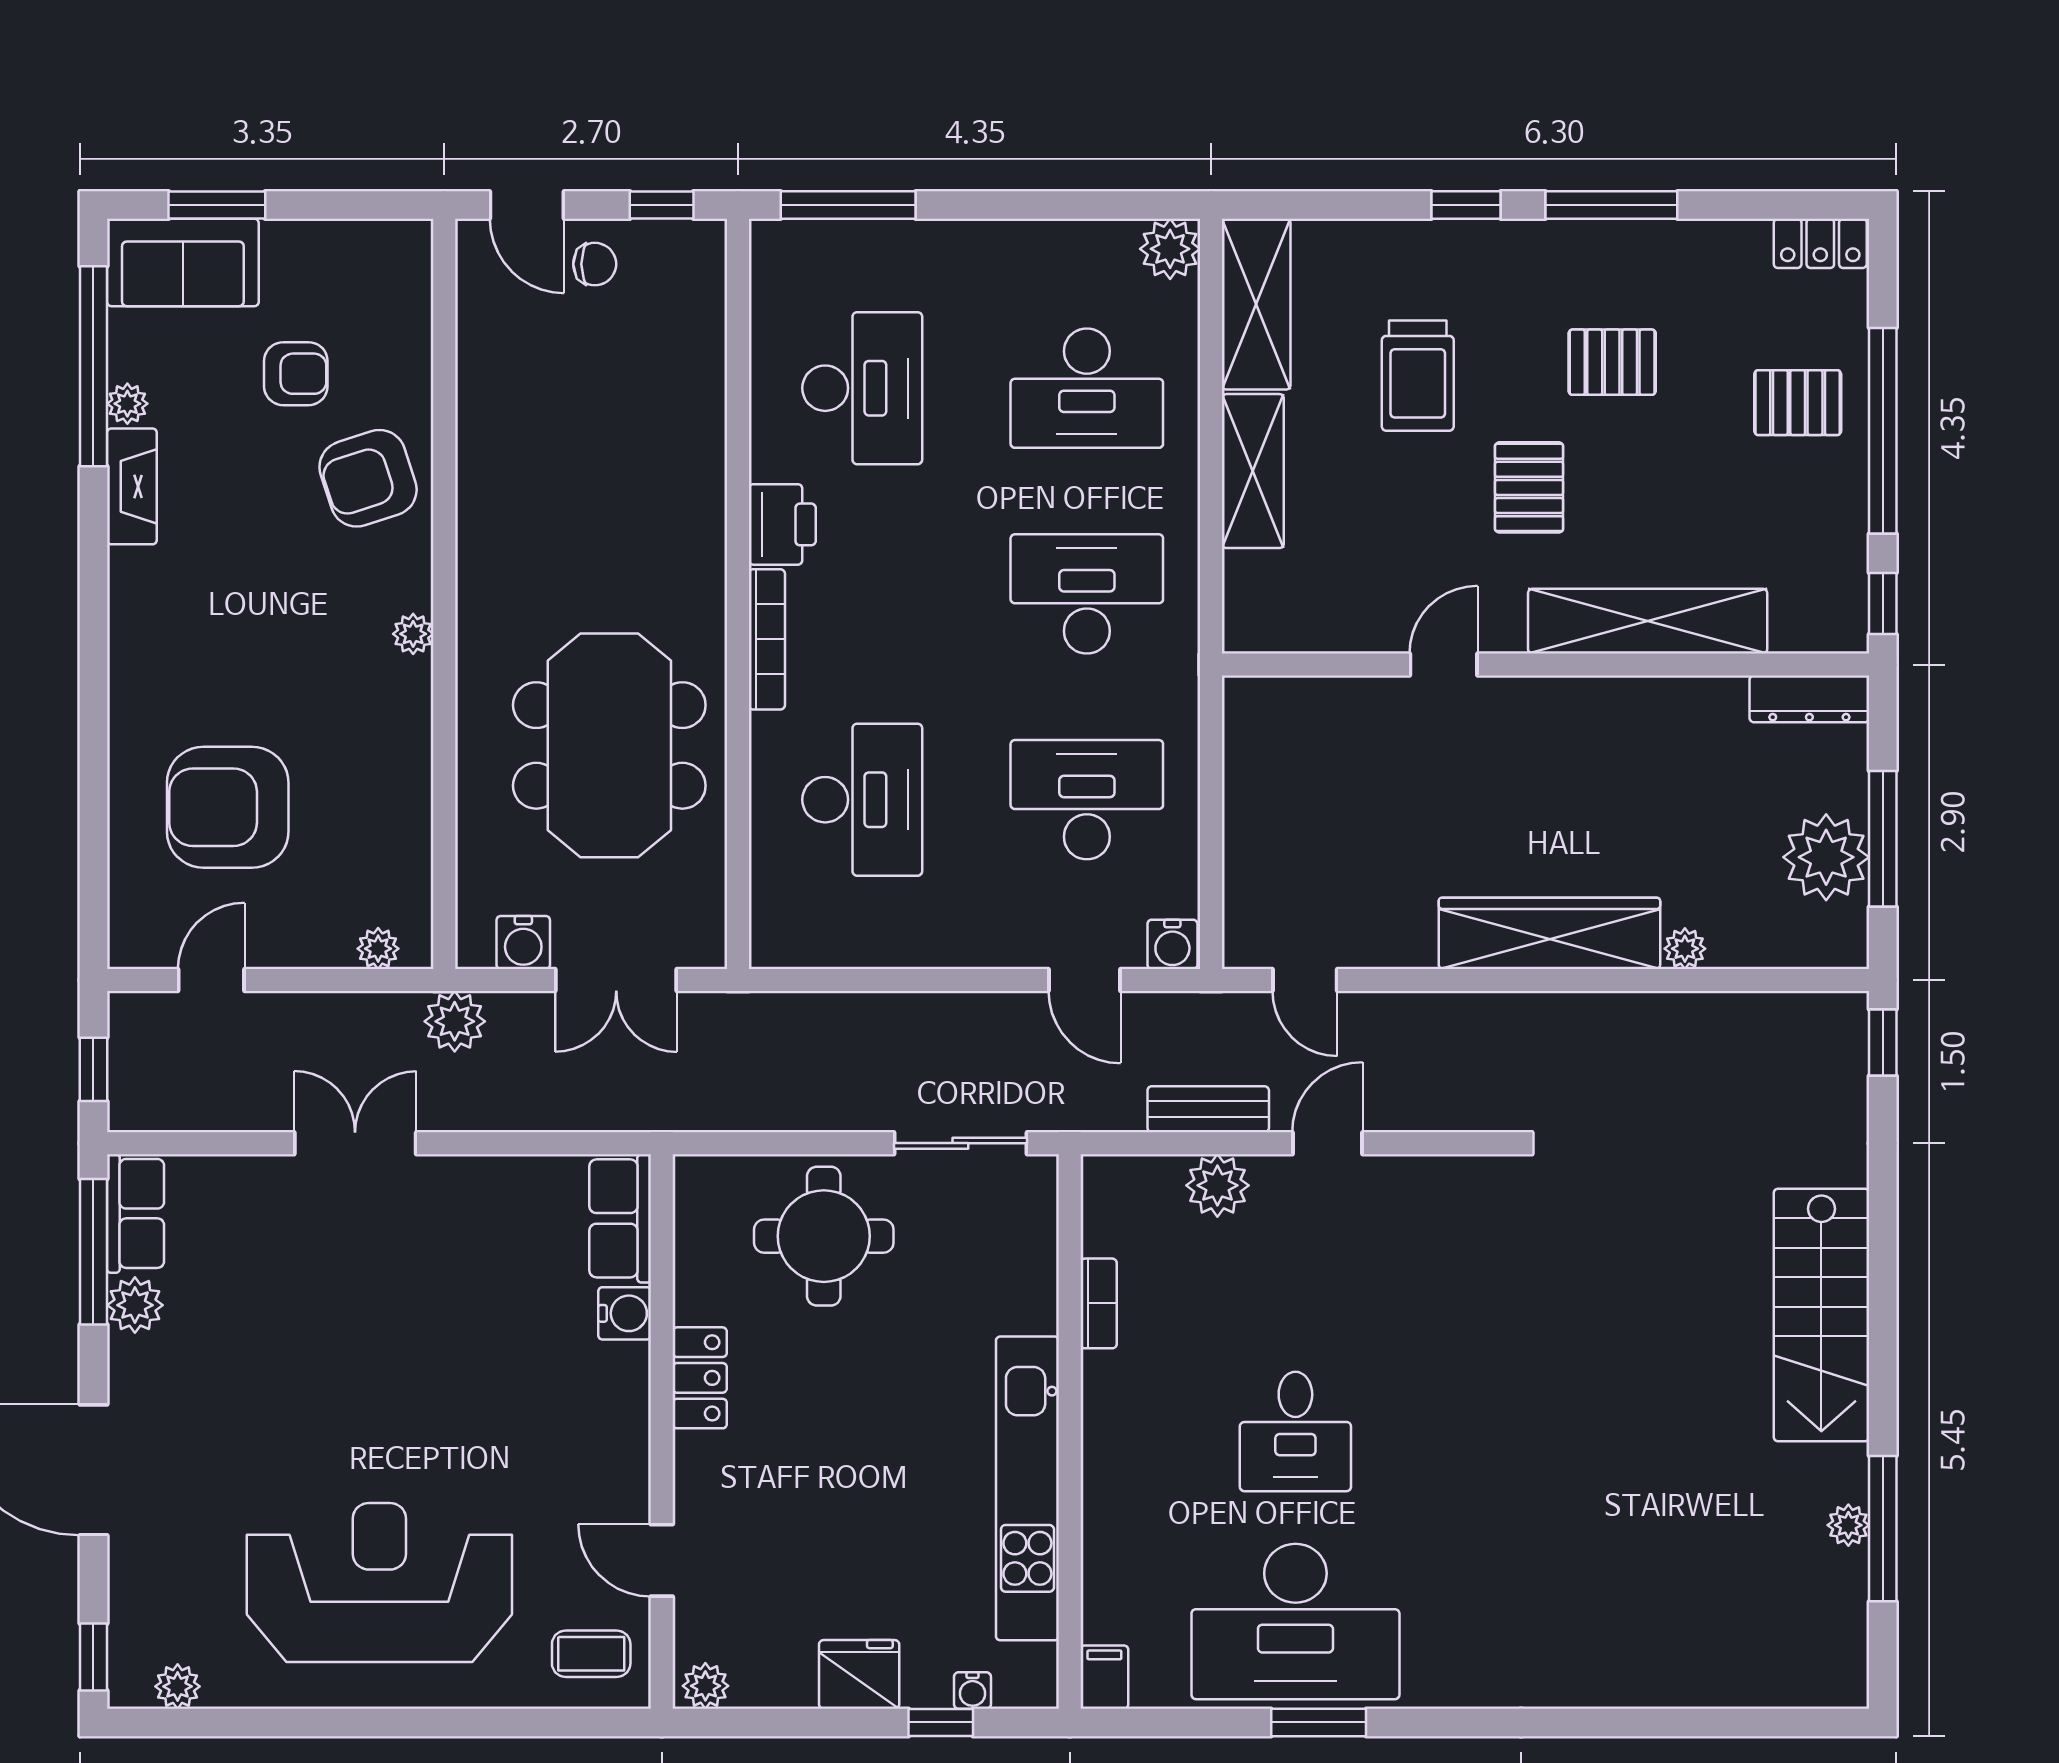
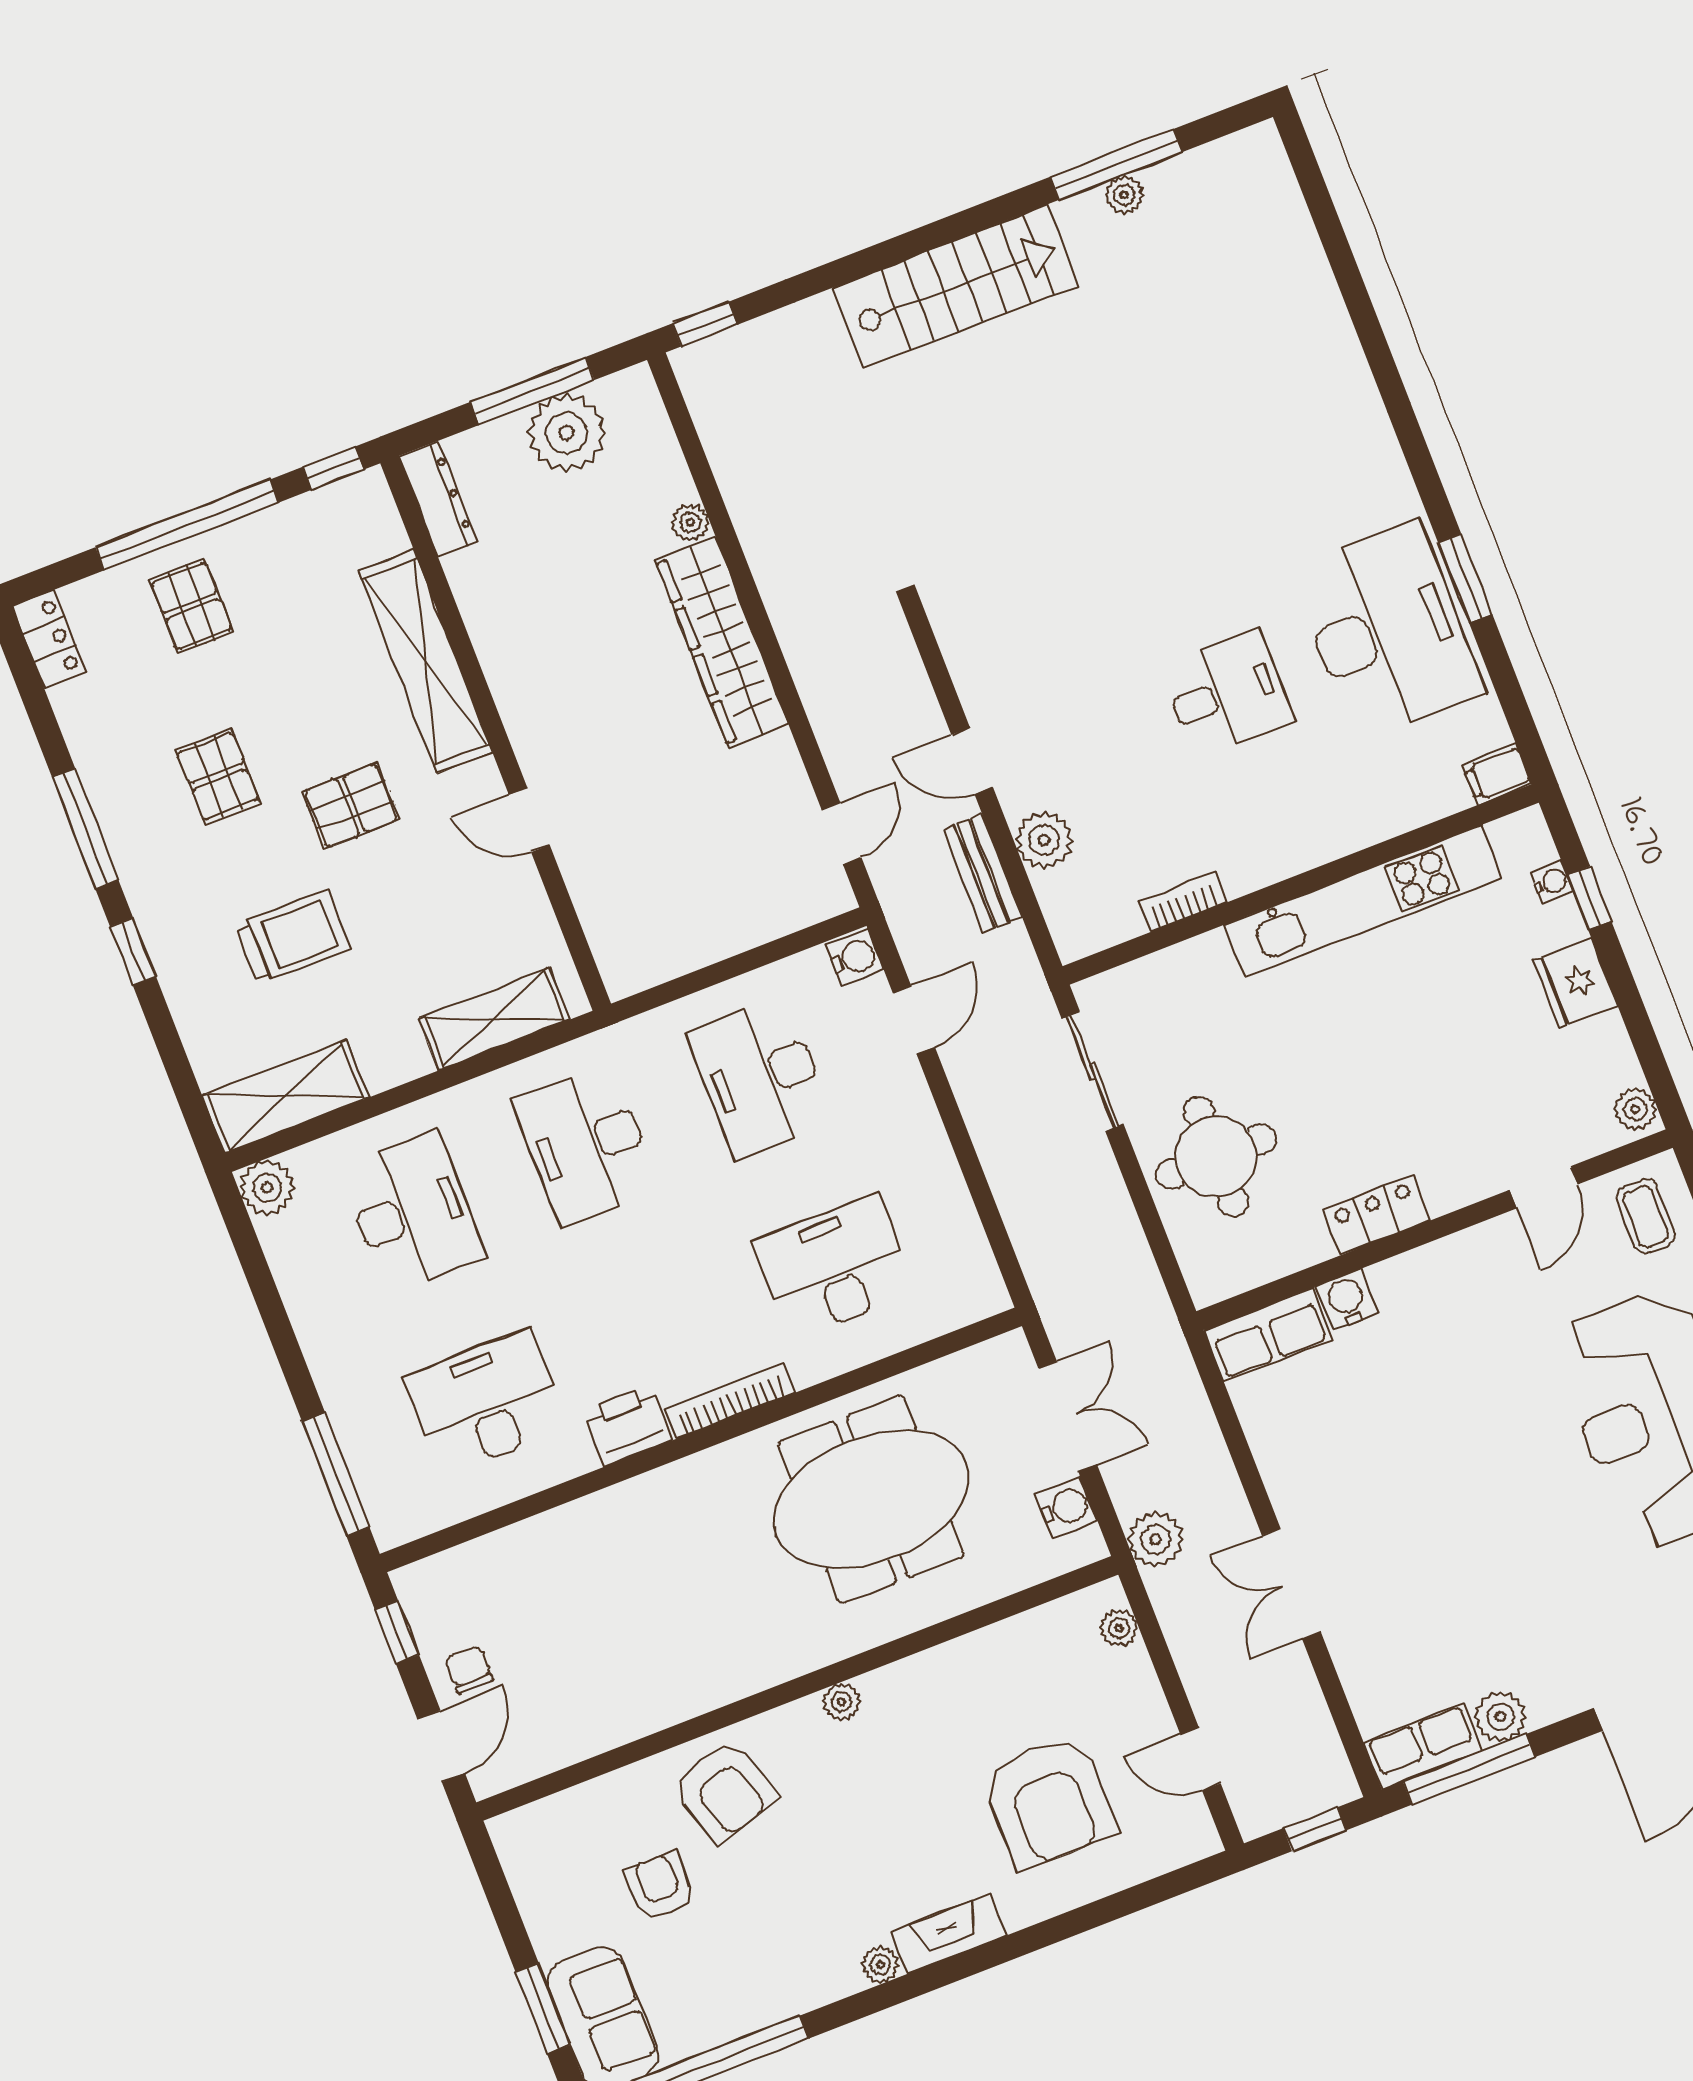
plant: (127, 404) -> (880, 1965), moved
shelving: (1253, 471) -> (494, 1019), moved
fireplace: (132, 486) -> (949, 1934), moved

